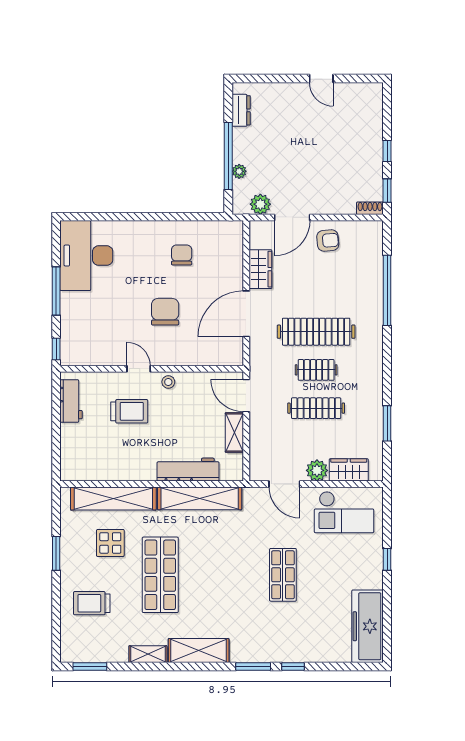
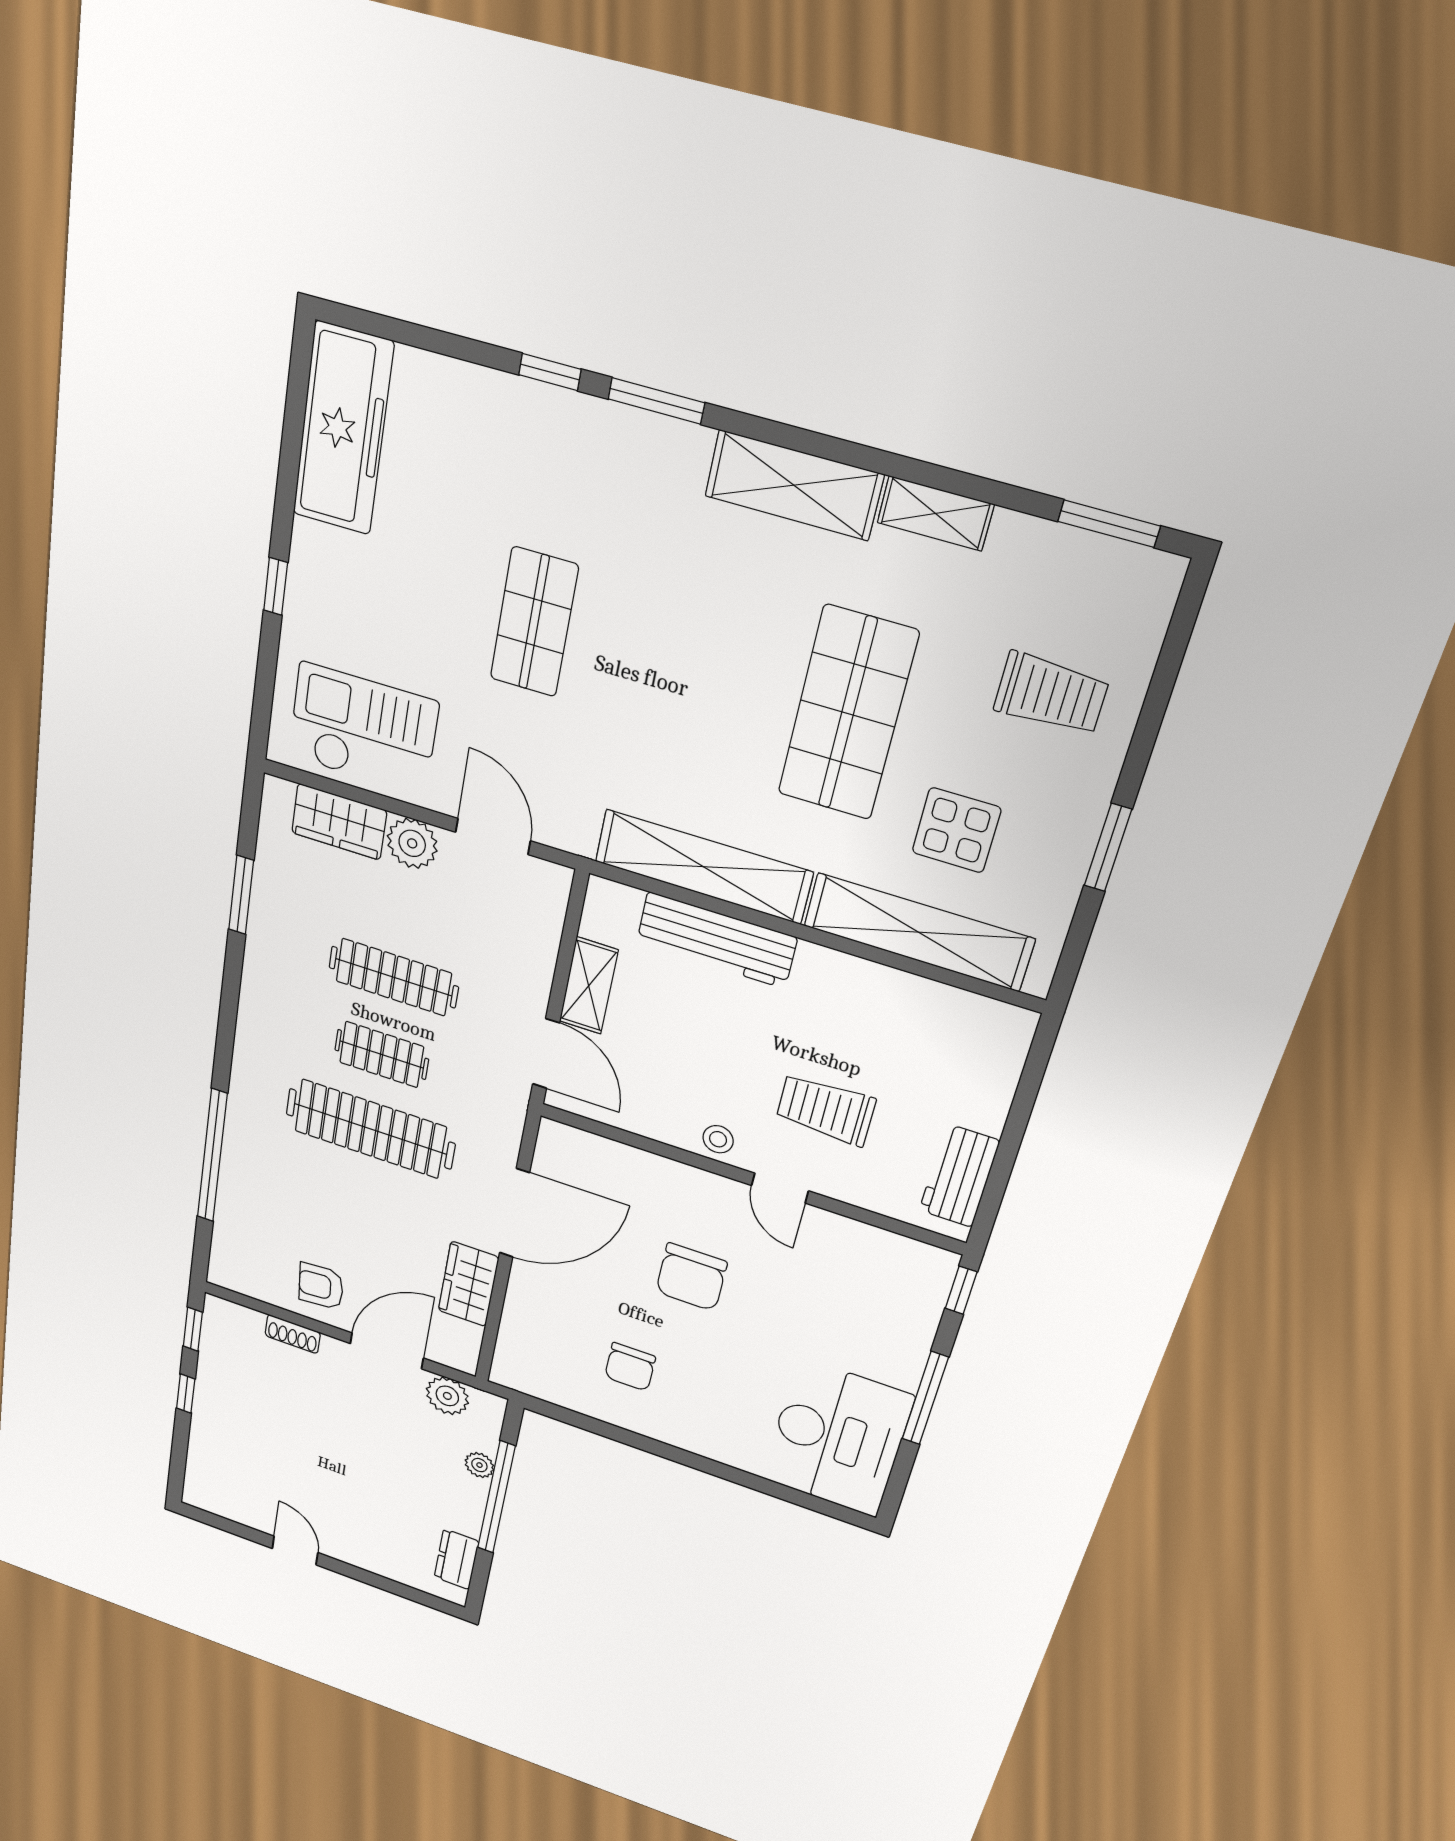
shoe rack: (370, 208) -> (293, 1334), moved

